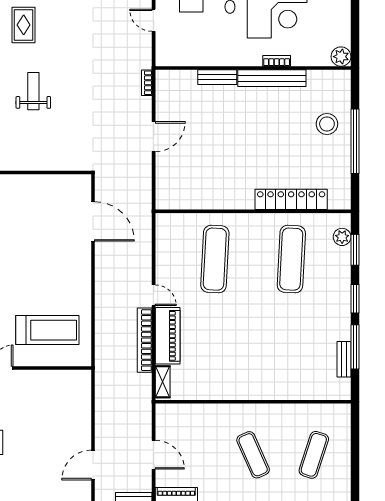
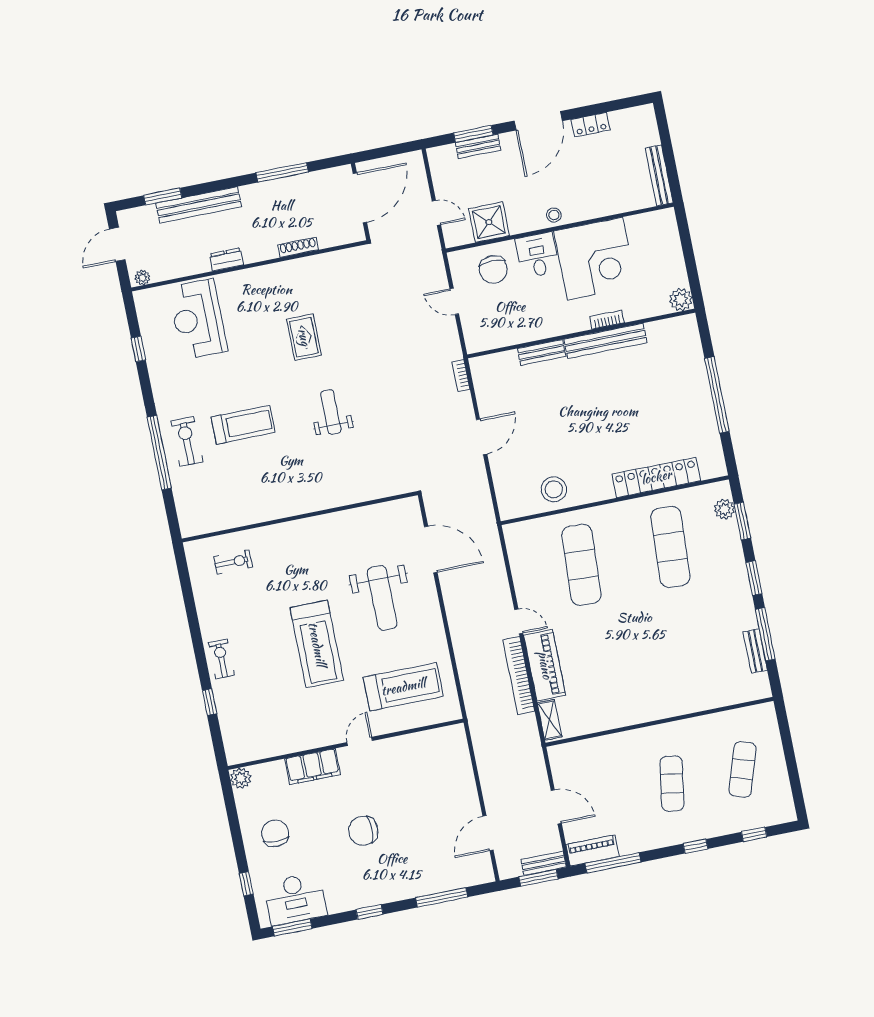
stool: (327, 124) -> (554, 489), moved
weight bench: (45, 253) -> (382, 598), added
exercise mat: (253, 455) -> (672, 784), turned 33

